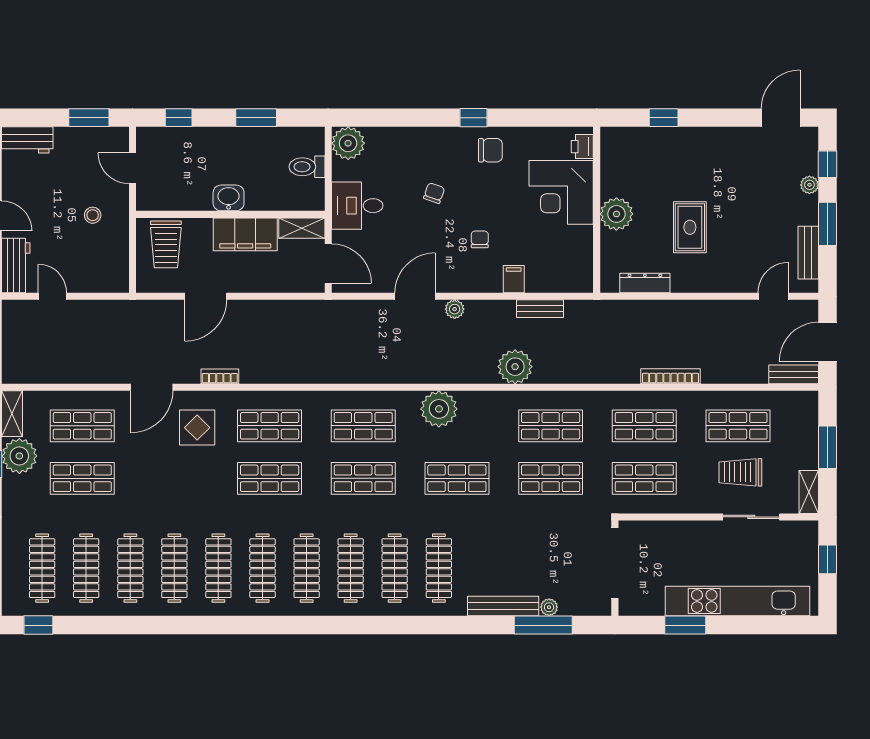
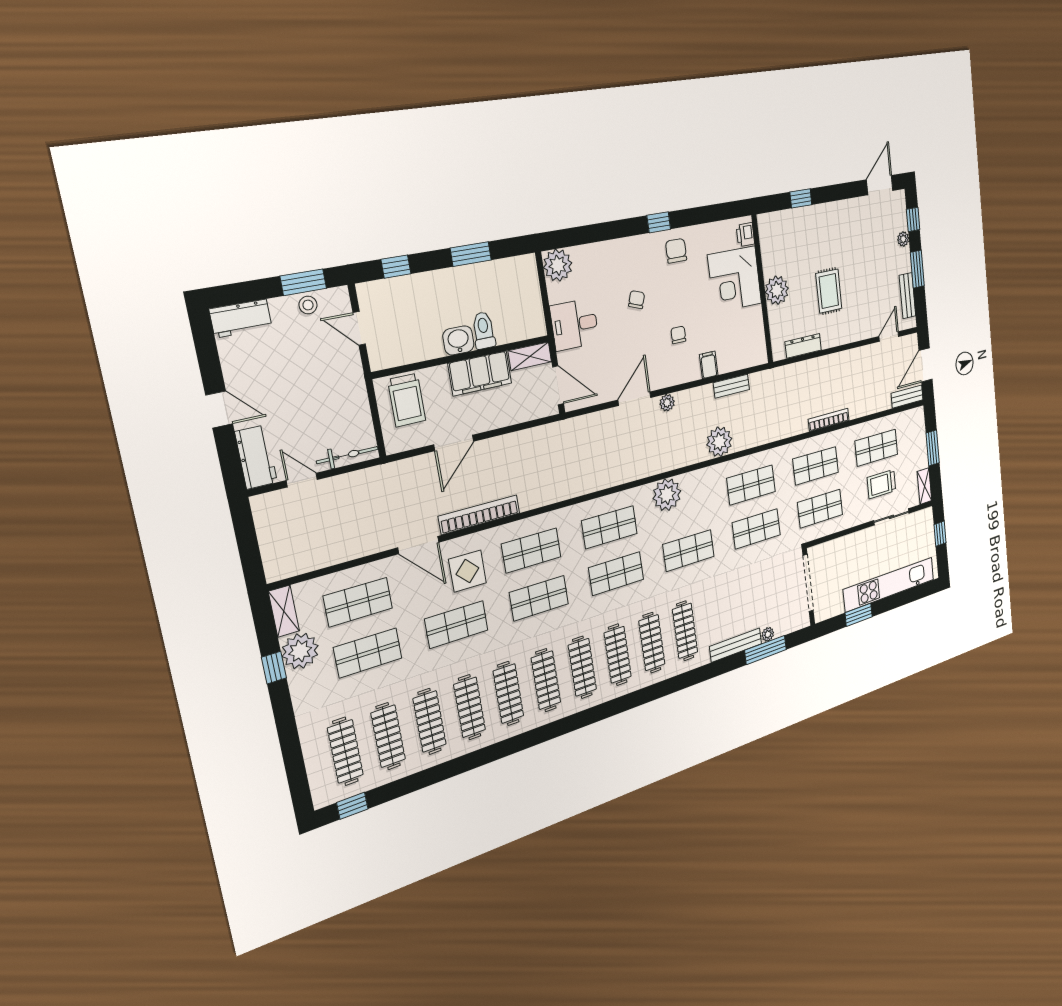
chair: (490, 150) -> (676, 251), turned -90
toilet: (307, 167) -> (484, 330), moved, turned 90
stool: (93, 215) -> (308, 305), moved
bicycle: (99, 283) -> (347, 455), added
bookcase: (220, 376) -> (479, 515), width x2.31, depth x1.31
door: (152, 387) -> (418, 545), hinge flipped
shop shelf: (176, 478) -> (456, 625), added

